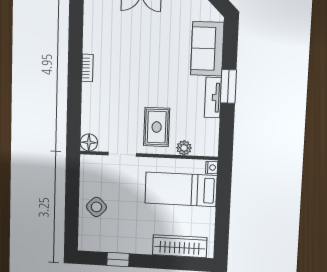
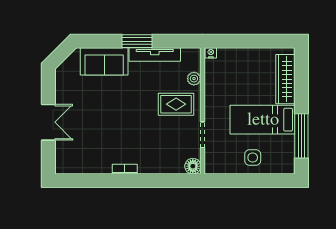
tv unit: (213, 97) -> (155, 55), width x1.41
bed: (181, 189) -> (263, 120), moved, turned 90
side table: (96, 207) -> (253, 157), turned 45
window: (118, 260) -> (301, 136), width x2.17

